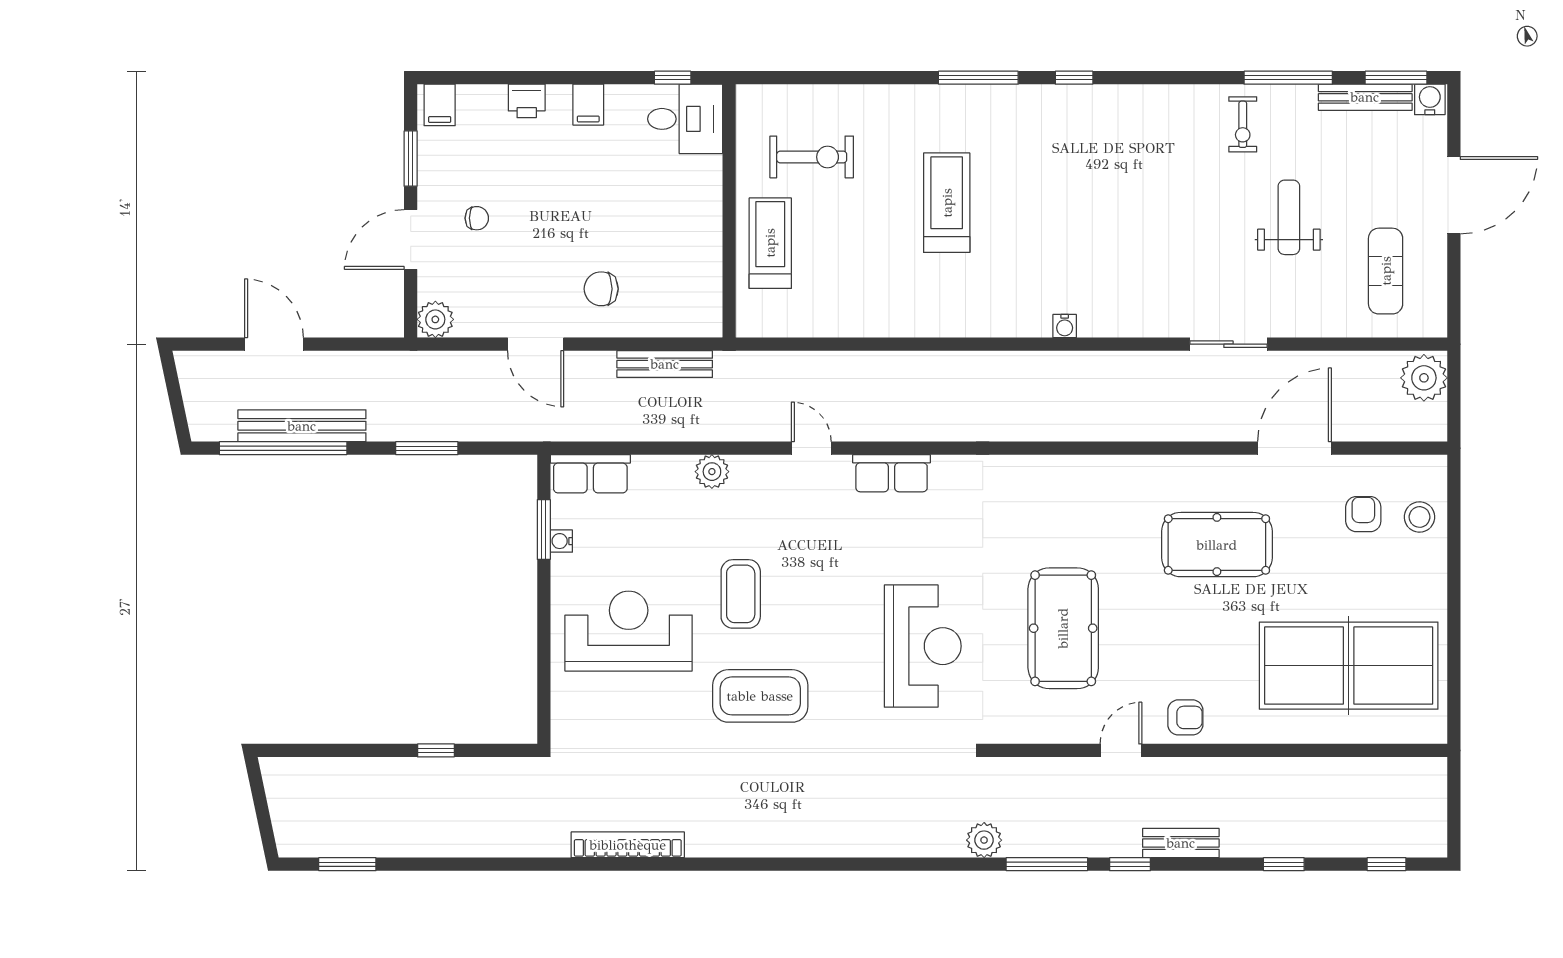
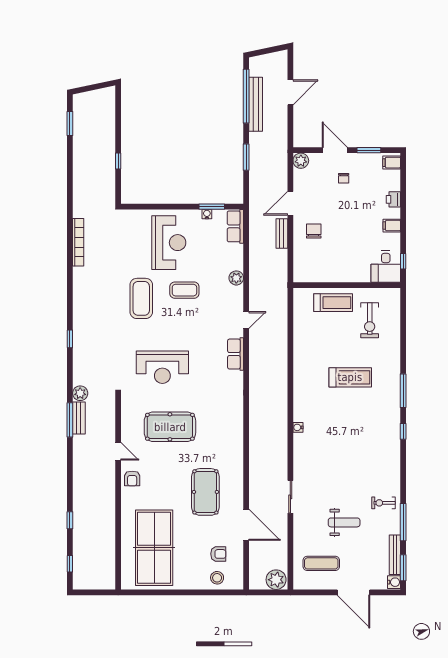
bench: (665, 364) -> (282, 233), moved, width x0.73
bench: (1181, 843) -> (79, 418), moved
window: (1130, 864) -> (70, 339), moved

